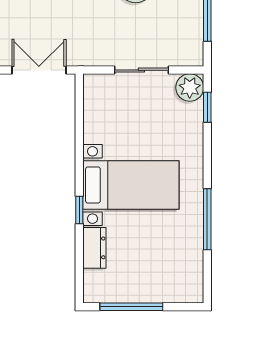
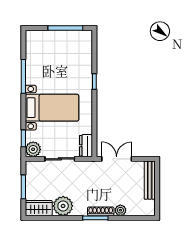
double door: (39, 70) -> (117, 159), swing flipped
bed with nightstands: (131, 185) -> (52, 108), moved, turned 180
dresser: (94, 248) -> (86, 146), moved

